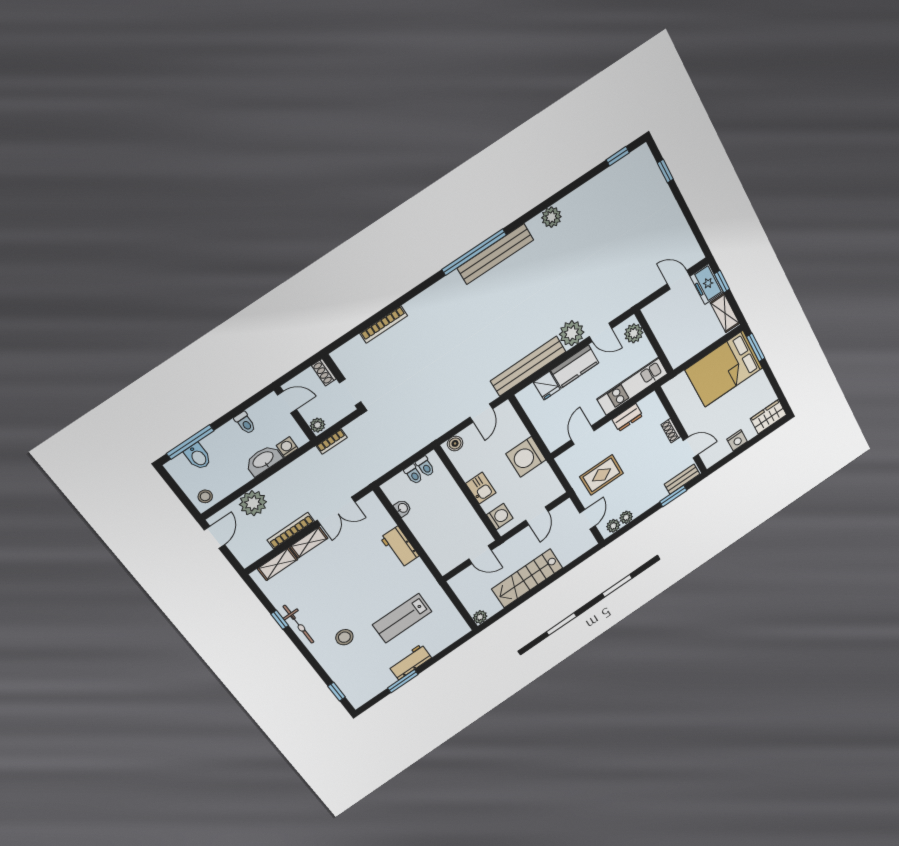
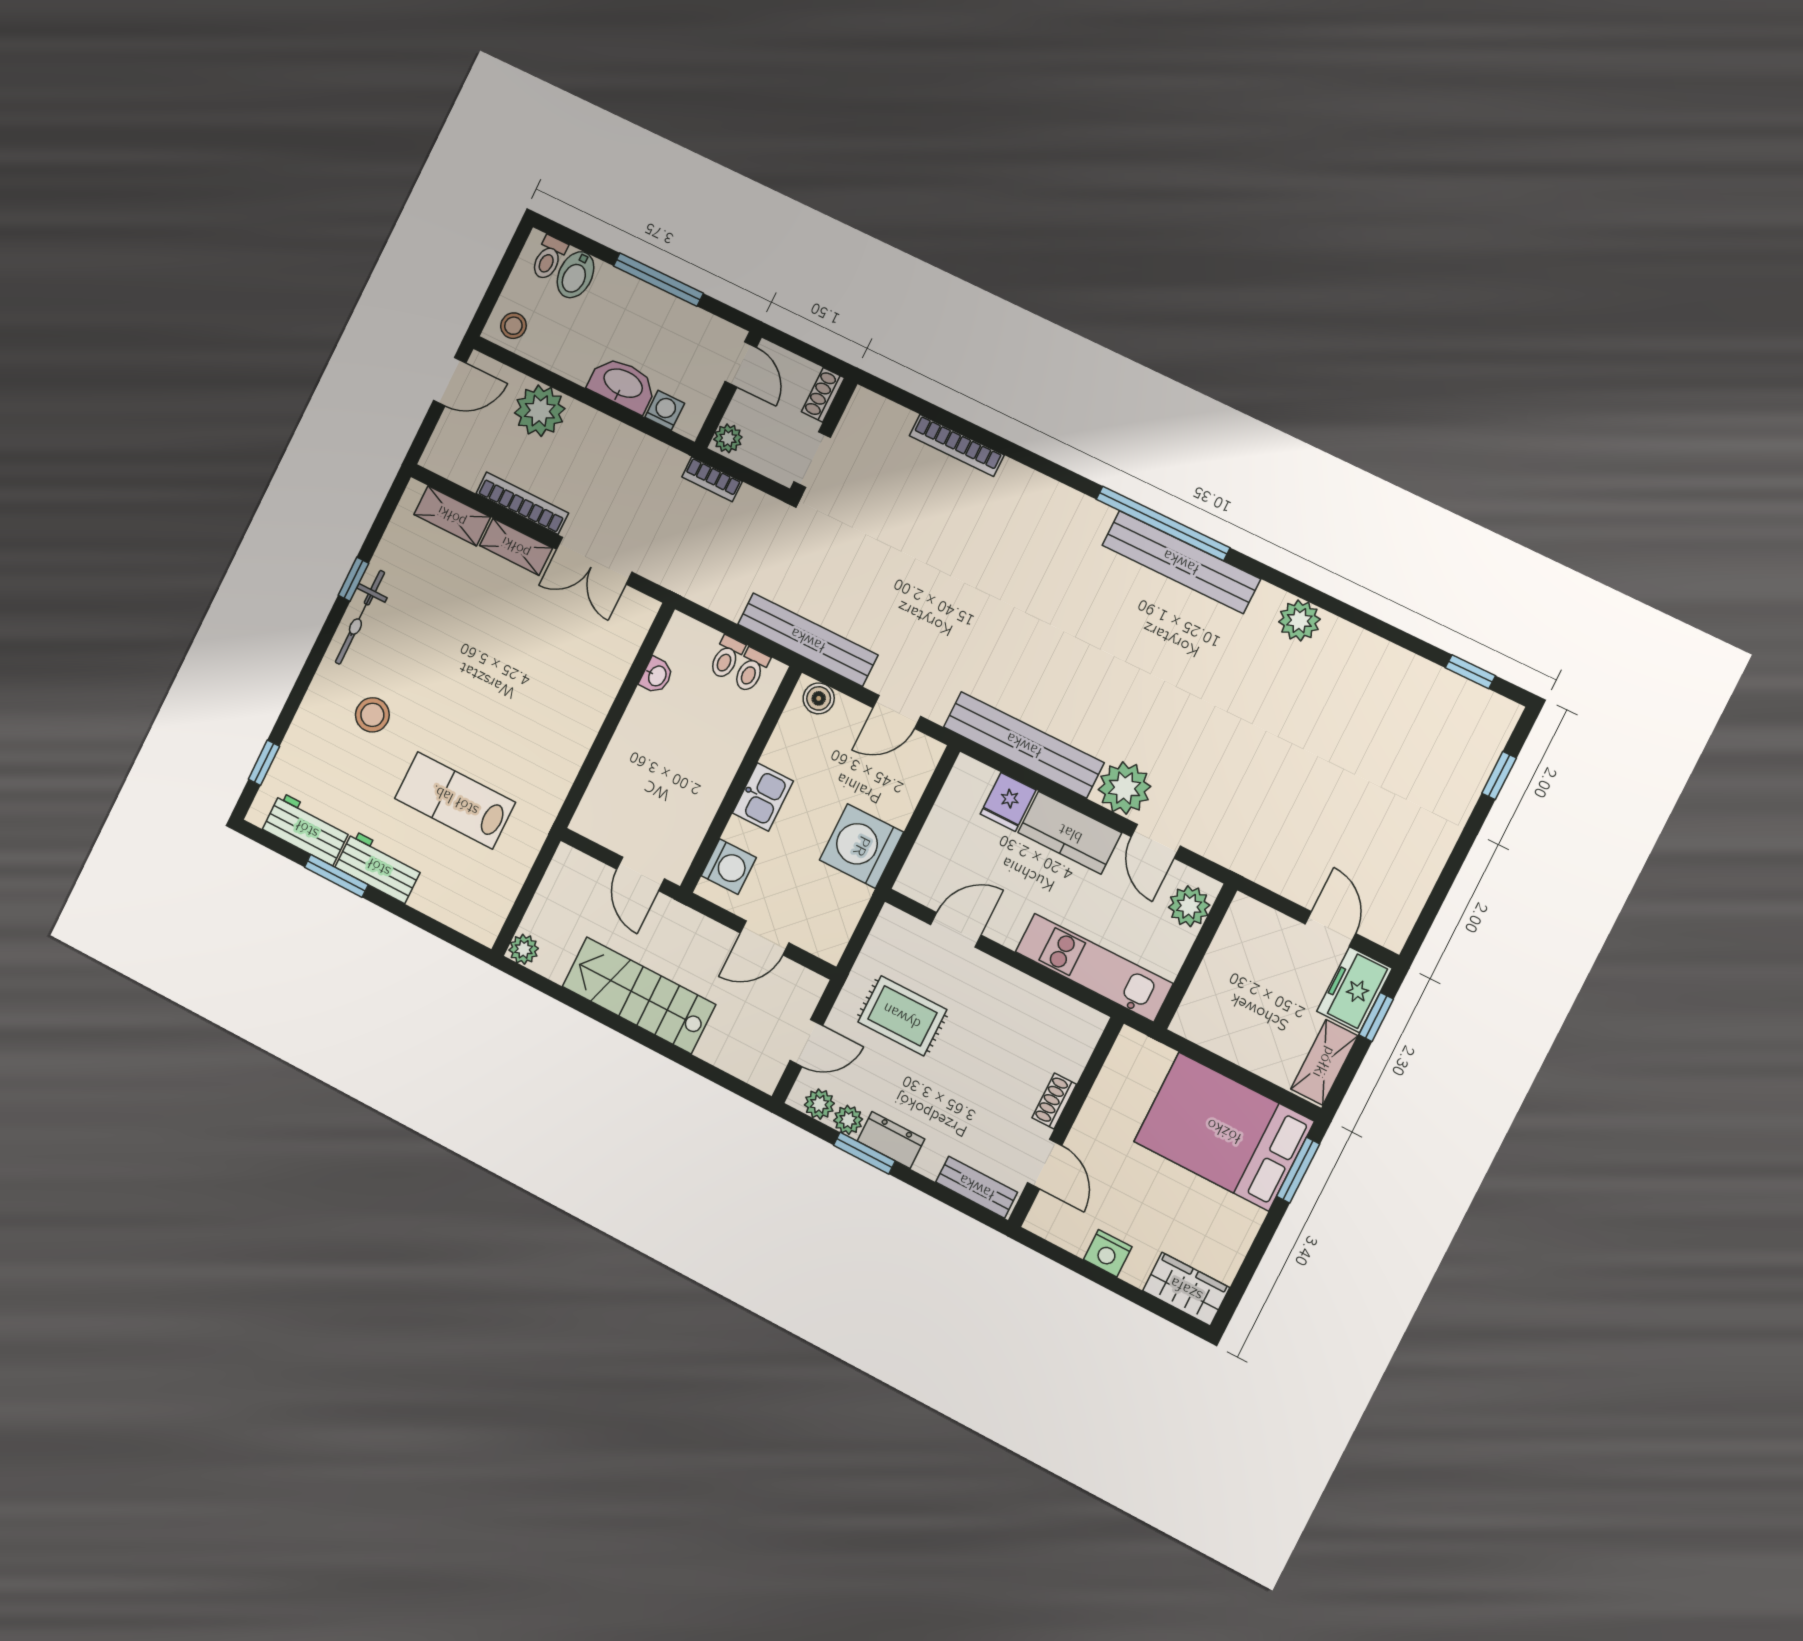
dresser: (627, 417) -> (891, 1140), moved, turned 180
toilet: (245, 423) -> (549, 258), moved
bench: (428, 435) -> (808, 640), added
window: (190, 442) -> (658, 280), moved
window: (673, 496) -> (864, 1153), moved
workbench: (400, 547) -> (307, 829), moved, turned 90

